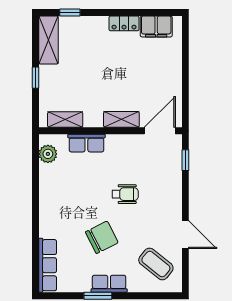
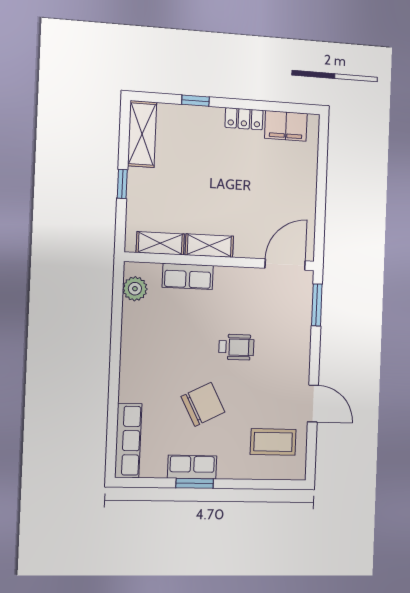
window: (70, 12) -> (196, 101), moved
shelving: (121, 119) -> (209, 246), moved
window: (185, 160) -> (317, 305), width x1.50
coffee table: (156, 264) -> (273, 442), turned -39
row of seats: (109, 284) -> (192, 467), moved

